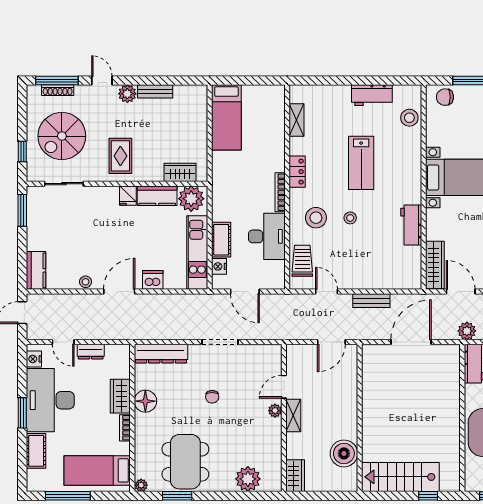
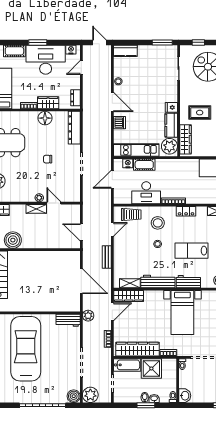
rug: (120, 156) -> (200, 113), moved
workbench: (411, 168) -> (188, 282), added
wardrobe: (180, 172) -> (186, 139), width x1.50
workbench: (411, 225) -> (158, 281), width x1.38
shelving: (414, 263) -> (130, 283), added
dresser: (91, 352) -> (75, 98), moved

